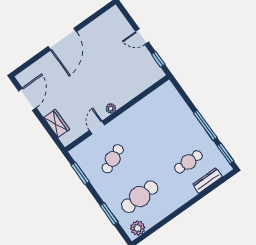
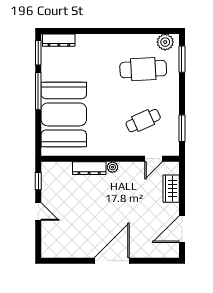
dresser: (127, 95) -> (89, 168), added
booth: (174, 122) -> (64, 114), added
door: (97, 128) -> (154, 159), moved
cafe table: (188, 162) -> (77, 69), removed
dresser: (207, 181) -> (59, 40), moved
window: (109, 214) -> (182, 59), moved

